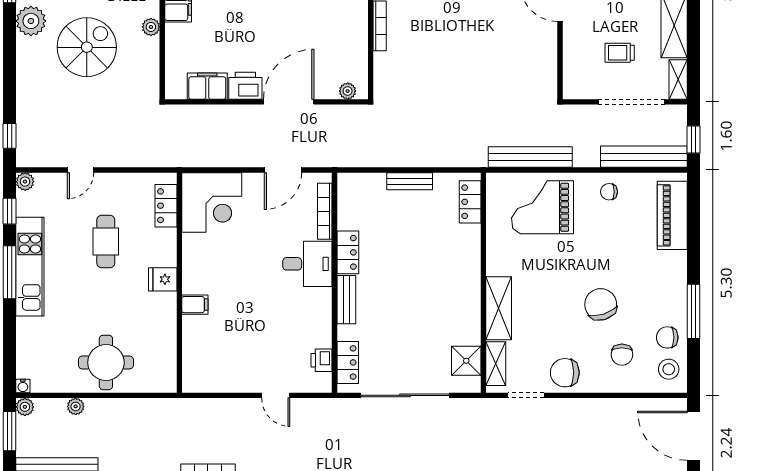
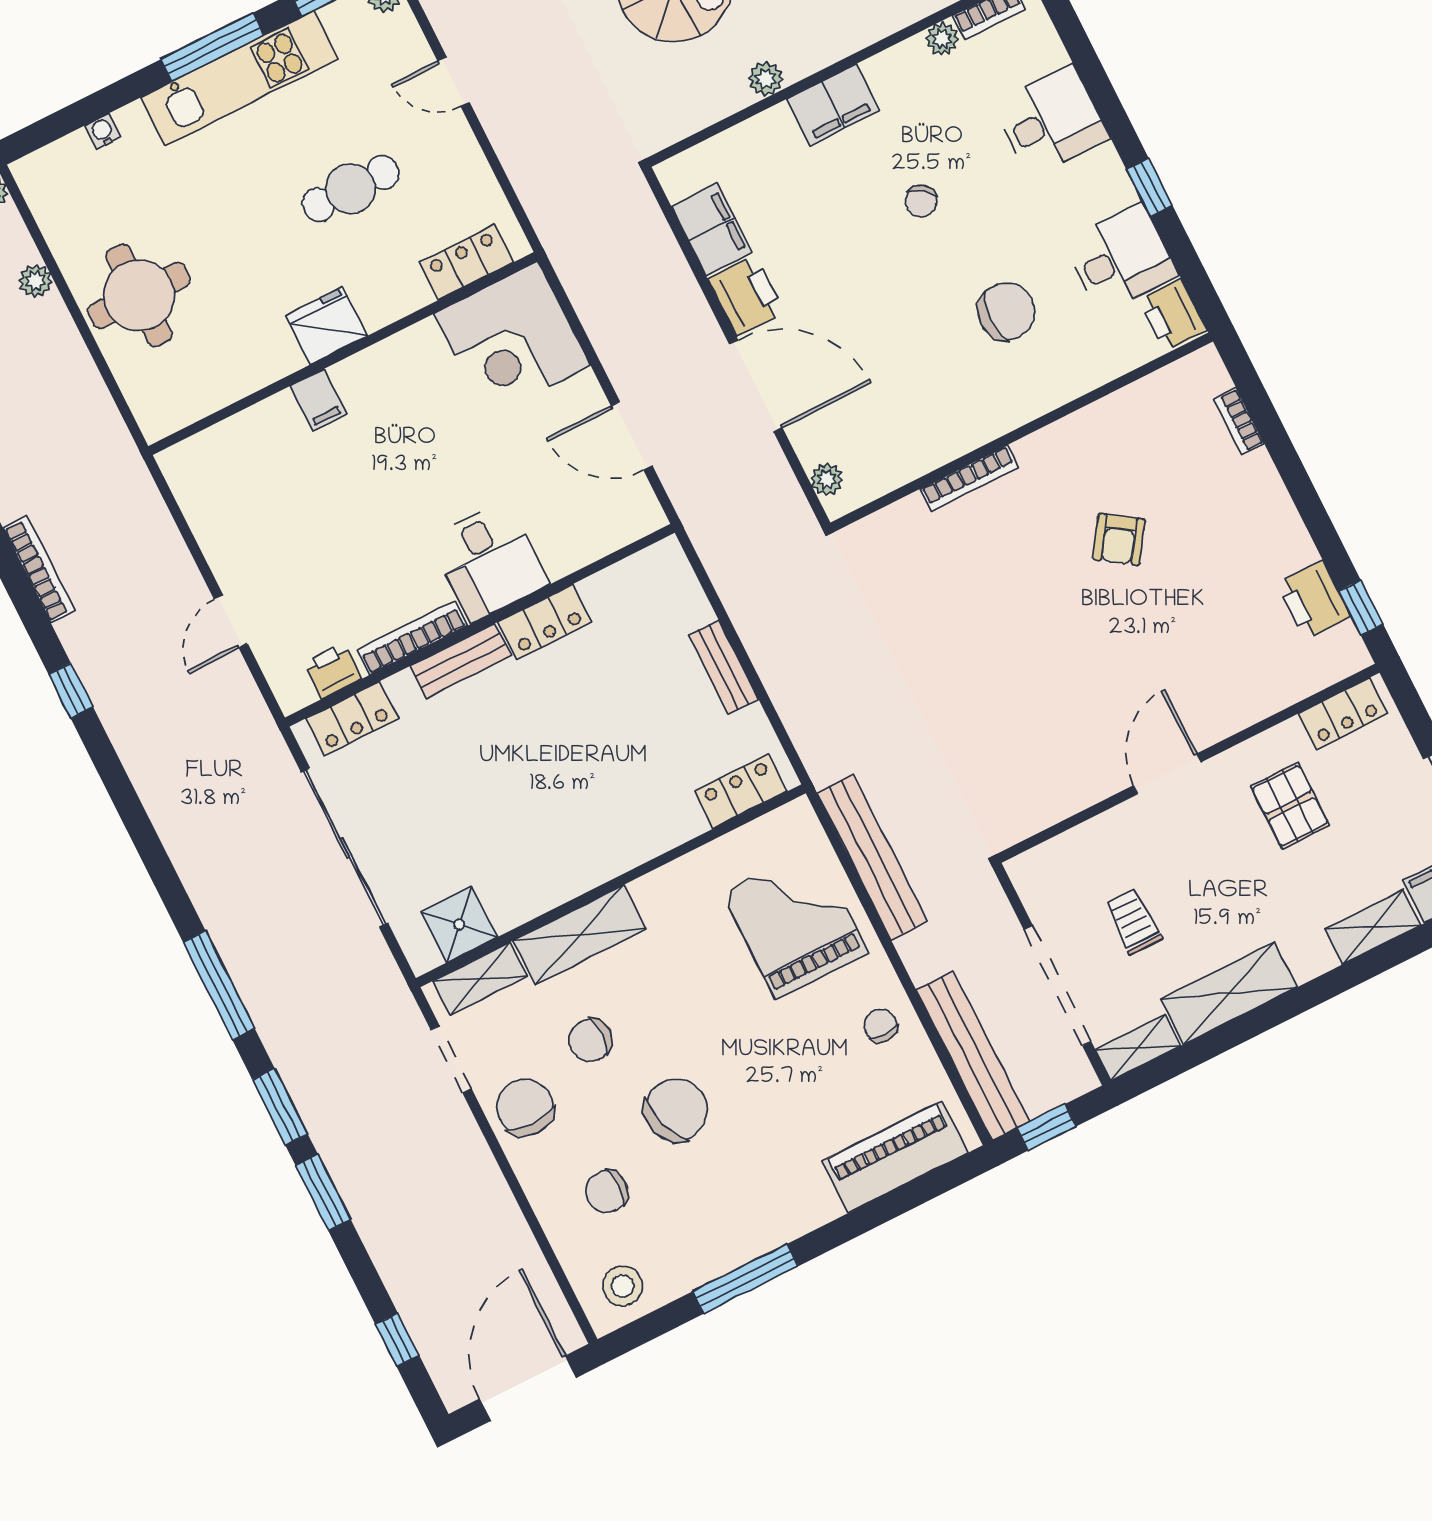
bookcase: (325, 211) -> (412, 638), moved
fridge: (163, 279) -> (327, 325), width x1.38
chair: (667, 337) -> (590, 1040), moved, turned -90
water cooler: (23, 386) -> (103, 132), moved, turned 90

